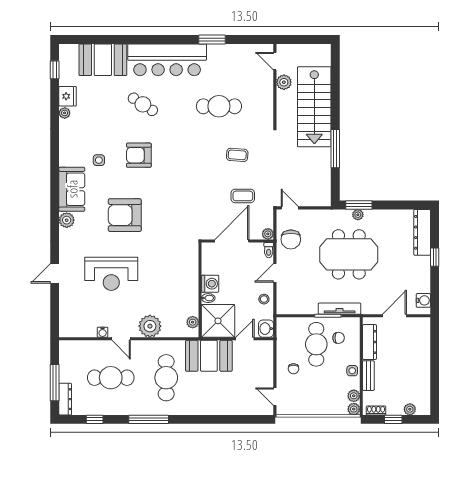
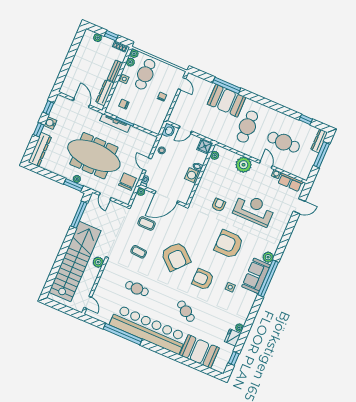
window: (212, 39) -> (123, 334), width x2.11
bar counter: (167, 60) -> (148, 329), width x1.36
plant: (284, 82) -> (98, 262), moved
cafe table: (219, 106) -> (137, 289), width x0.73, depth x0.74
stairs: (314, 107) -> (75, 261), width x1.36
window: (335, 149) -> (79, 215), moved
armchair: (139, 155) -> (203, 279), turned 180
armchair: (187, 169) -> (176, 256), added
window: (55, 192) -> (268, 279), added
door: (290, 208) -> (105, 196), moved
armchair: (125, 215) -> (229, 244), turned 180
meeting table: (349, 254) -> (94, 156), width x1.36
armchair: (160, 260) -> (219, 205), added
door: (55, 273) -> (299, 206), moved
door: (275, 273) -> (147, 164), swing flipped
window: (435, 291) -> (48, 108), added
water cooler: (423, 300) -> (50, 123), moved
door: (394, 316) -> (81, 103), swing flipped
shower: (218, 321) -> (205, 146), width x0.54, depth x0.54
row of seats: (80, 330) -> (290, 182), added
cafe table: (316, 344) -> (145, 74), moved
booth: (209, 356) -> (227, 101), moved
window: (149, 419) -> (227, 85), moved

